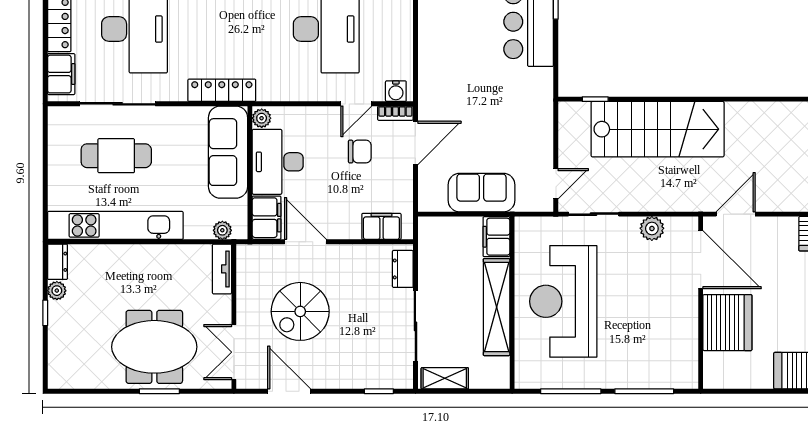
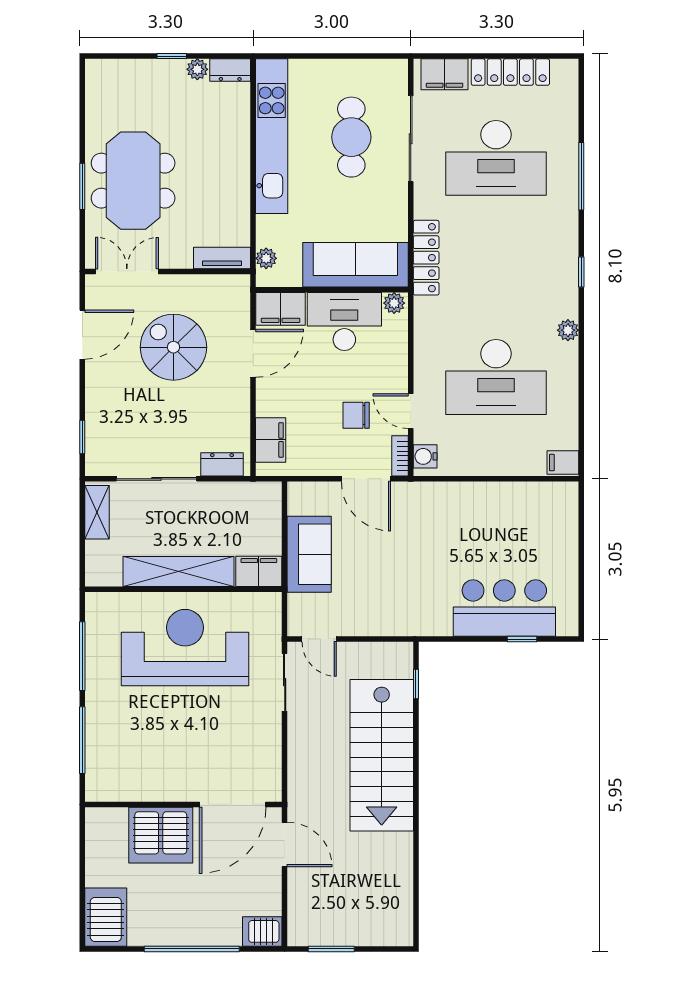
chair: (360, 152) -> (356, 415), turned 90
plant: (652, 228) -> (268, 749), removed

